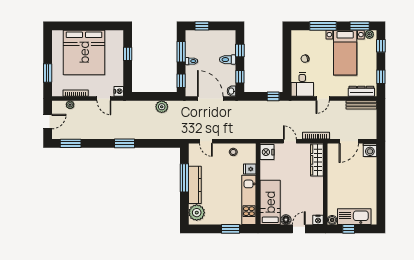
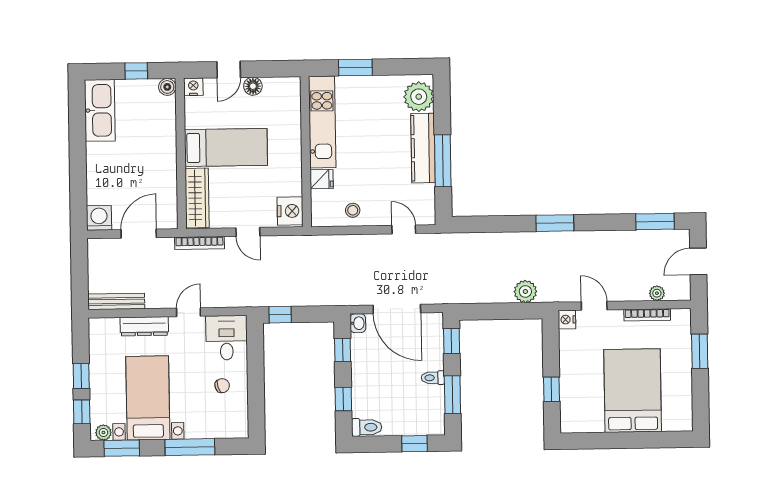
bed: (84, 52) -> (633, 391), width x0.73
toilet: (228, 60) -> (367, 427), moved
window: (381, 77) -> (81, 376), moved
dresser: (361, 91) -> (144, 326), moved
plant: (162, 107) -> (525, 291), moved
bed: (270, 202) -> (226, 147), moved, turned -90
kitchen sink: (354, 217) -> (100, 110), moved, turned -90

